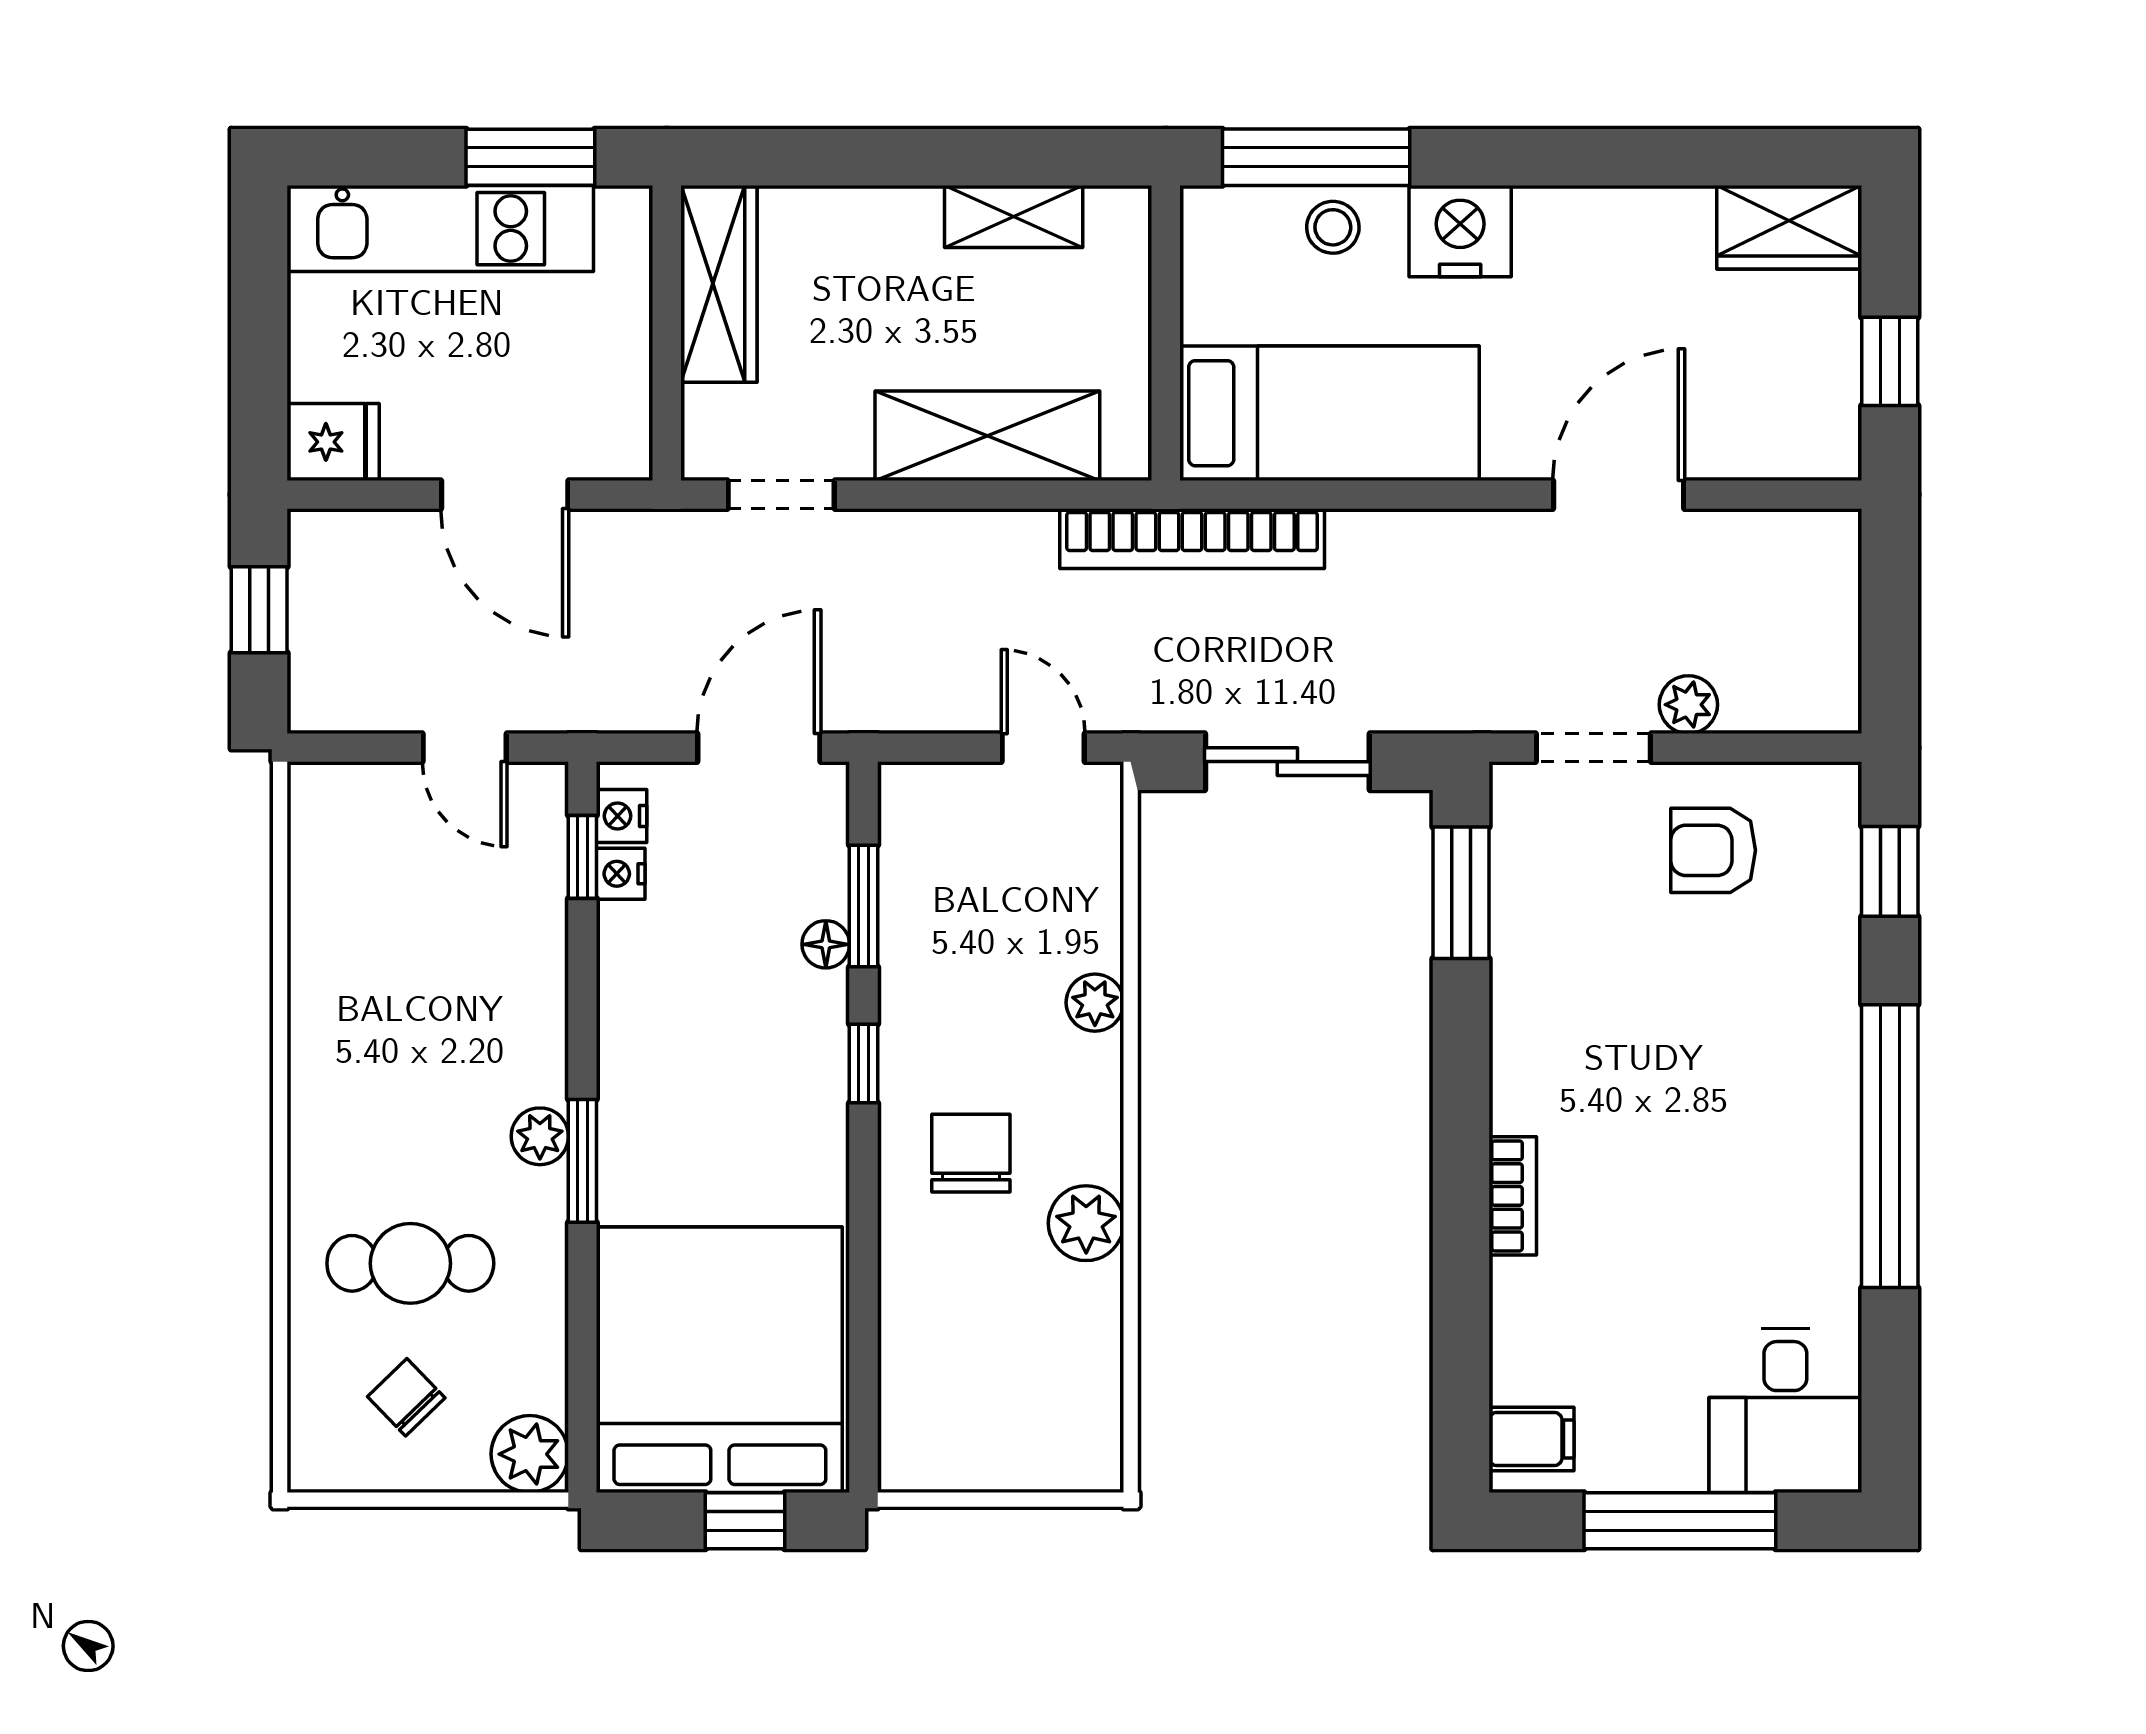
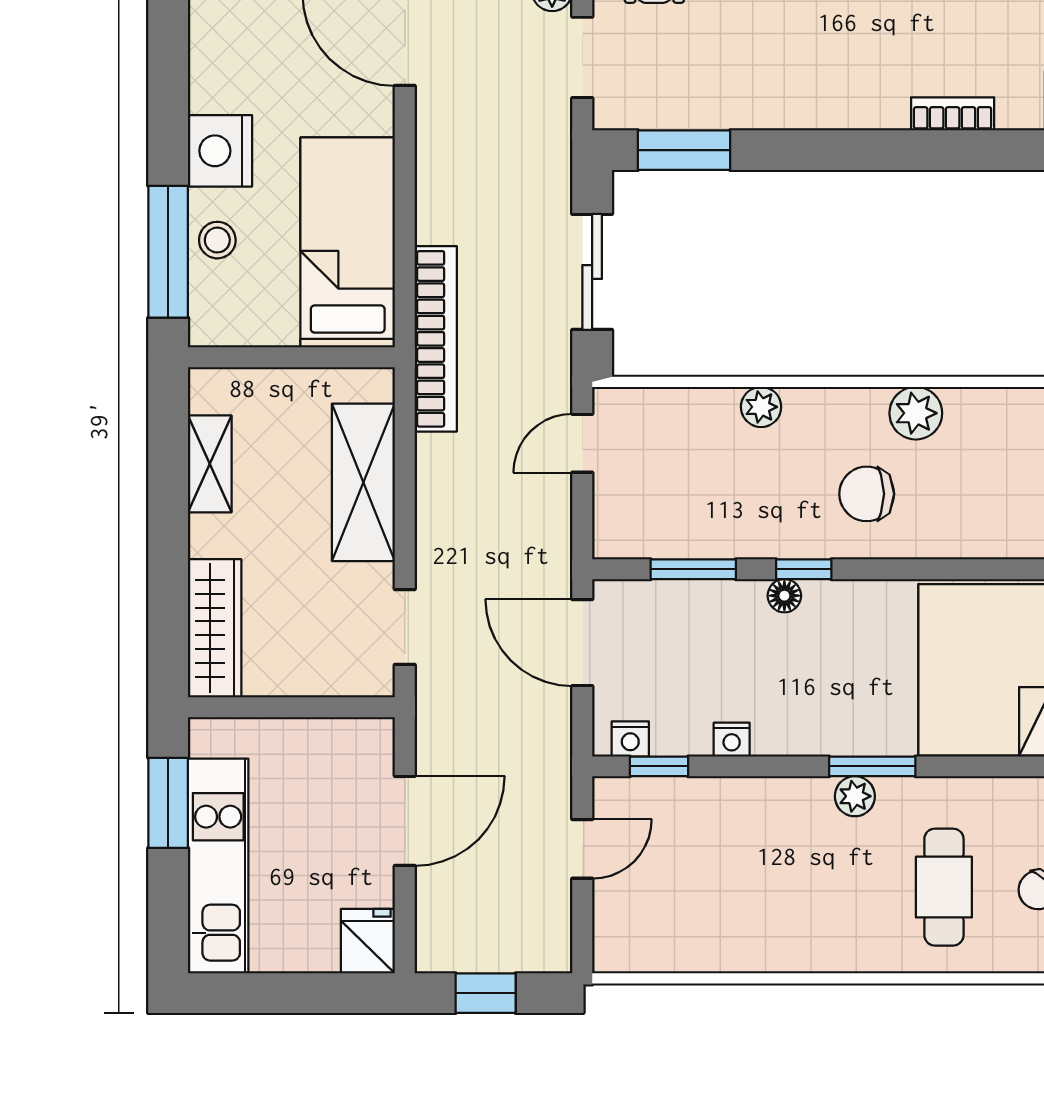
wardrobe: (719, 284) -> (215, 628), moved, turned 90
nightstand: (621, 874) -> (732, 740), moved
floor lamp: (826, 944) -> (784, 596), moved
bookcase: (1513, 1196) -> (953, 114), moved

